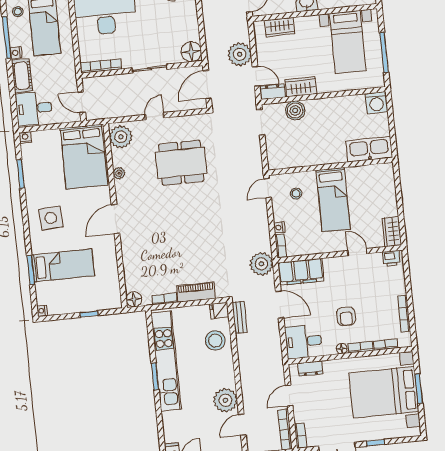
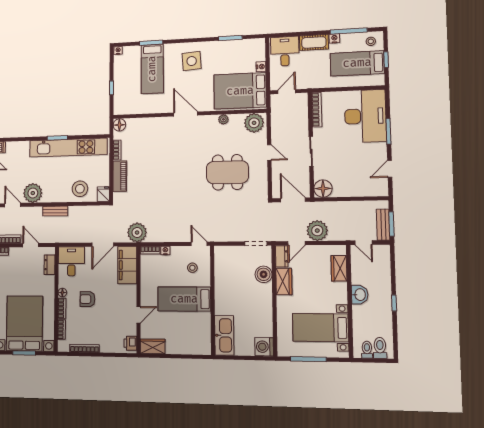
nightstand: (25, 137) -> (261, 67), moved
dining table: (181, 163) -> (227, 172), turned 90
bench: (240, 317) -> (55, 211), moved

